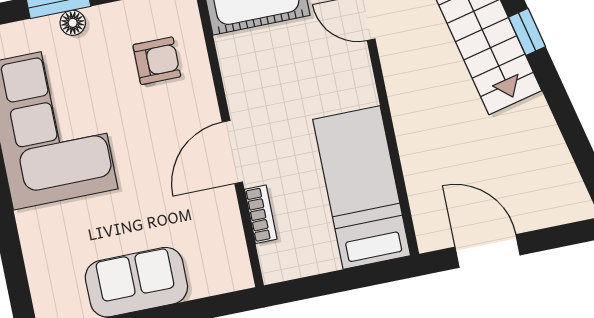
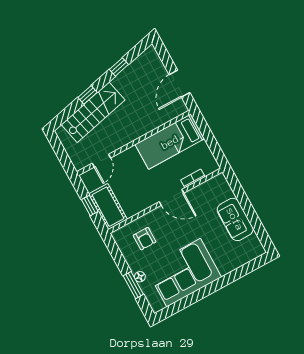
armchair: (157, 61) -> (145, 239), turned 180
window: (569, 124) -> (119, 67), added

